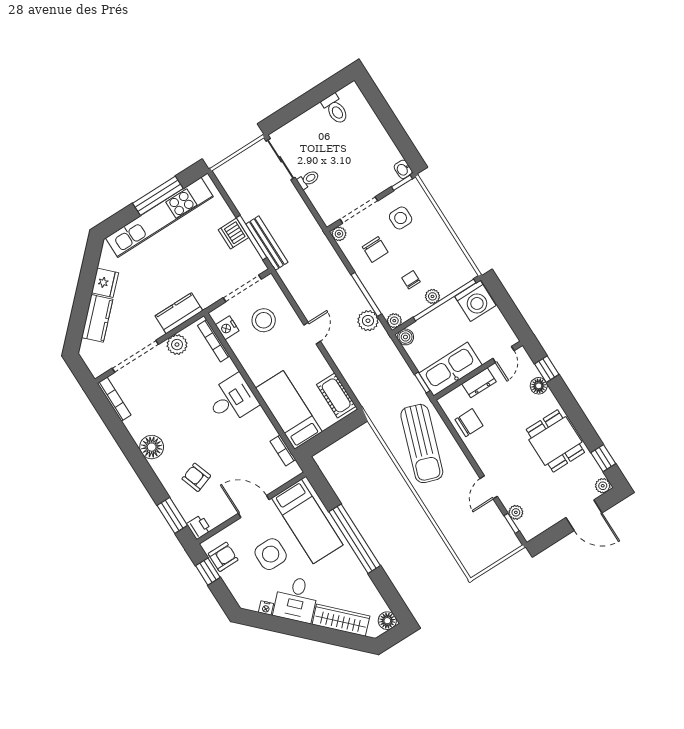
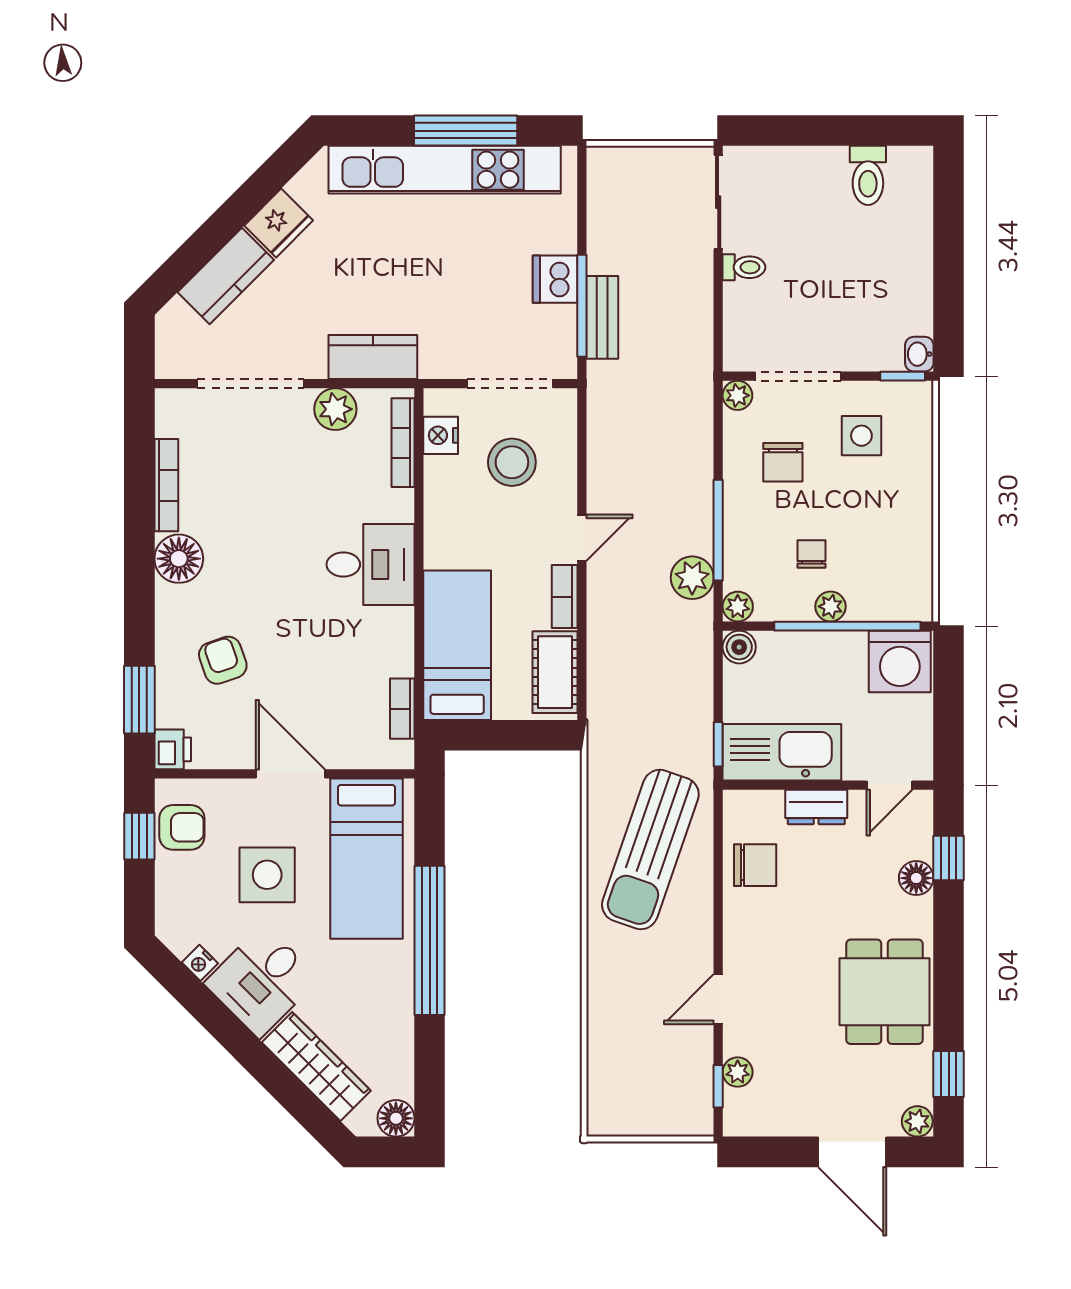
bench: (267, 243) -> (602, 317), width x0.73
bookcase: (320, 362) -> (565, 597), added
bookcase: (114, 399) -> (166, 485), moved

